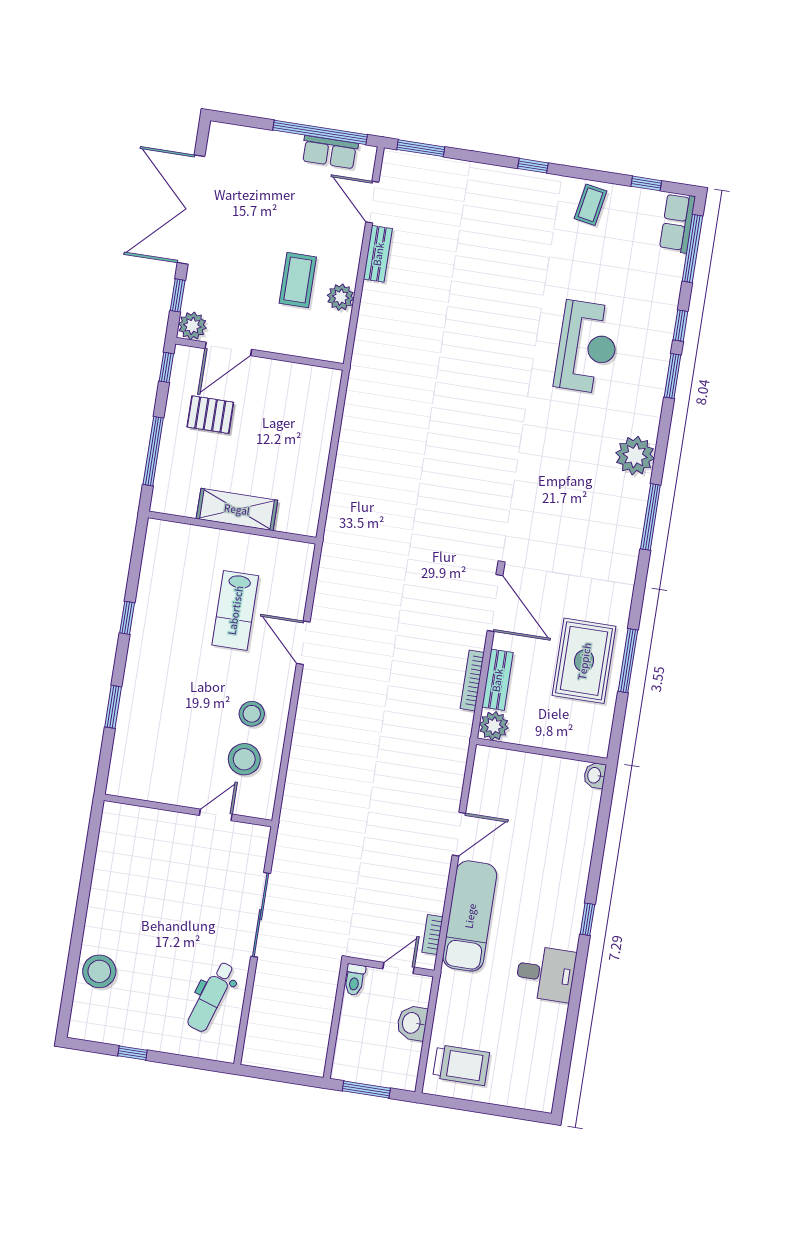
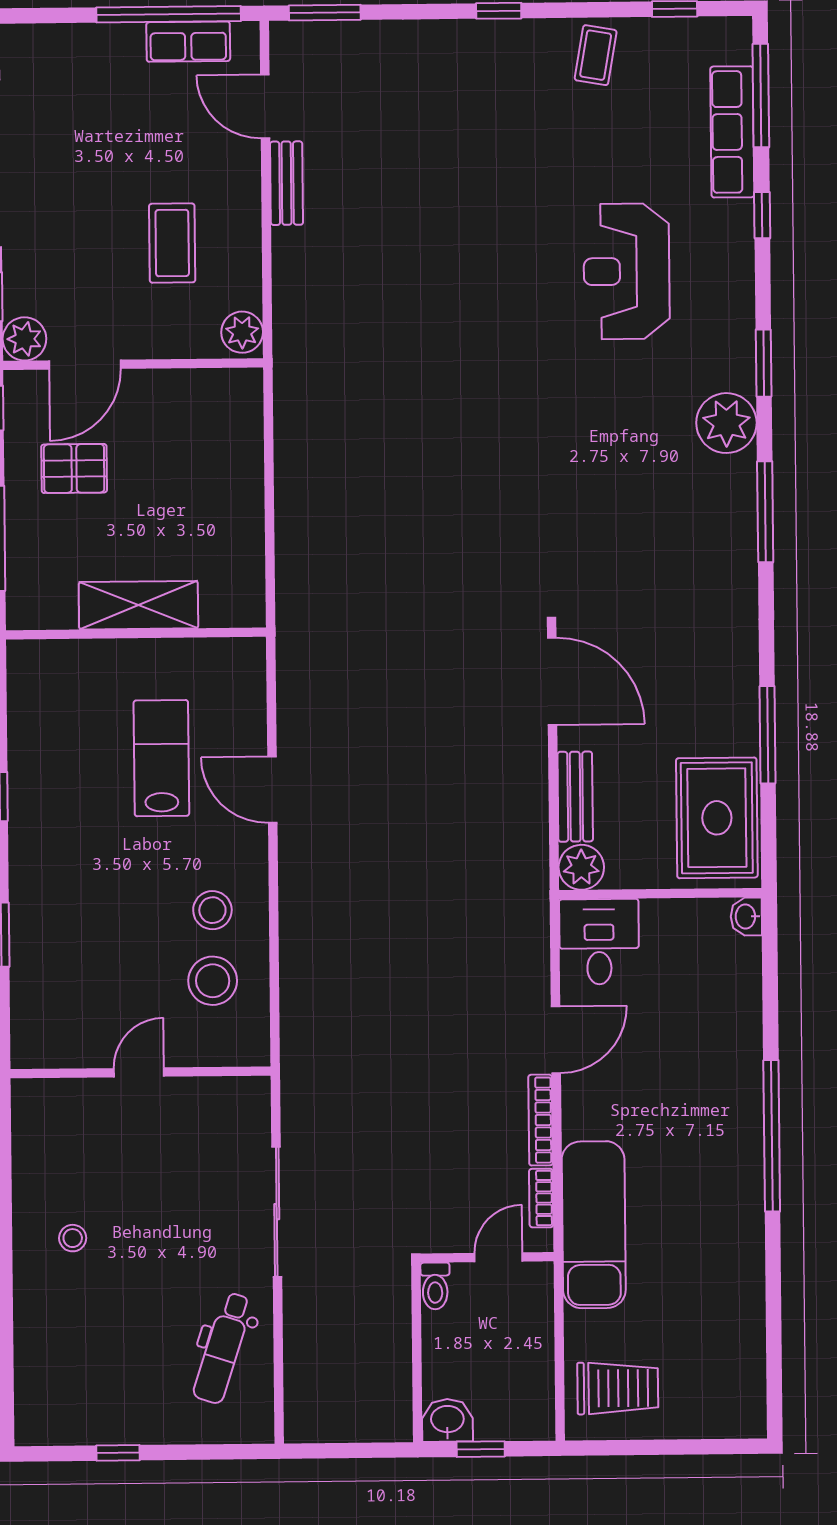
row of seats: (677, 223) -> (732, 132), moved, width x1.48
plant: (341, 297) -> (242, 332), moved
reception desk: (587, 347) -> (627, 271), turned 180
window: (673, 376) -> (764, 363), moved
lab bench: (235, 610) -> (161, 758), turned 180
rug: (584, 661) -> (717, 818), moved
bookcase: (472, 681) -> (540, 1120), moved
door: (216, 815) -> (139, 1072), moved
exam couch: (470, 916) -> (594, 1225), moved
window: (587, 919) -> (772, 1136), width x3.17
stool: (99, 971) -> (73, 1238), moved, width x0.53, depth x0.53
desk: (546, 974) -> (599, 942), moved, turned -90
washbasin: (412, 1023) -> (447, 1420), moved, turned 90
window: (366, 1090) -> (481, 1449), width x0.67

